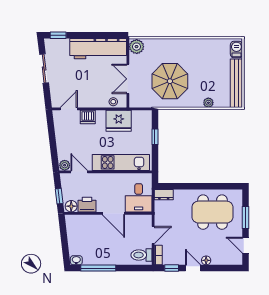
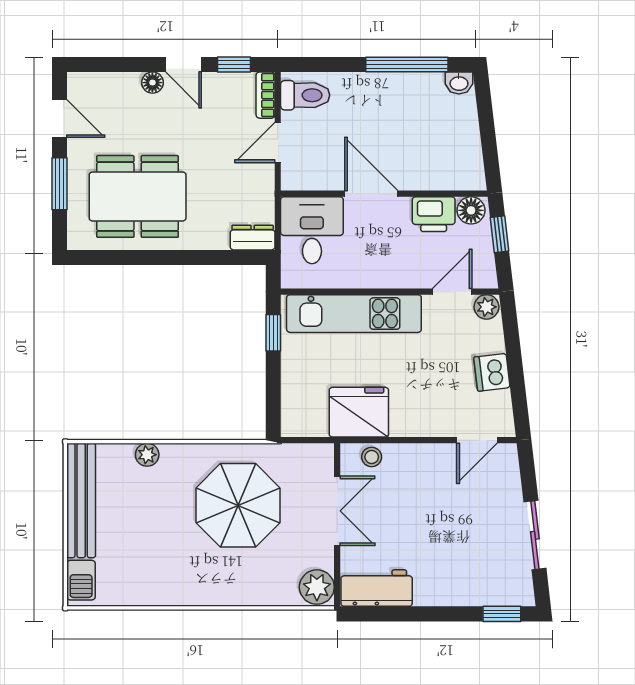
workbench: (98, 49) -> (377, 588), width x0.53, depth x0.76
dishwasher: (88, 117) -> (492, 372), moved, turned -97
window: (155, 137) -> (273, 333), moved
door: (79, 172) -> (452, 292), swing flipped

